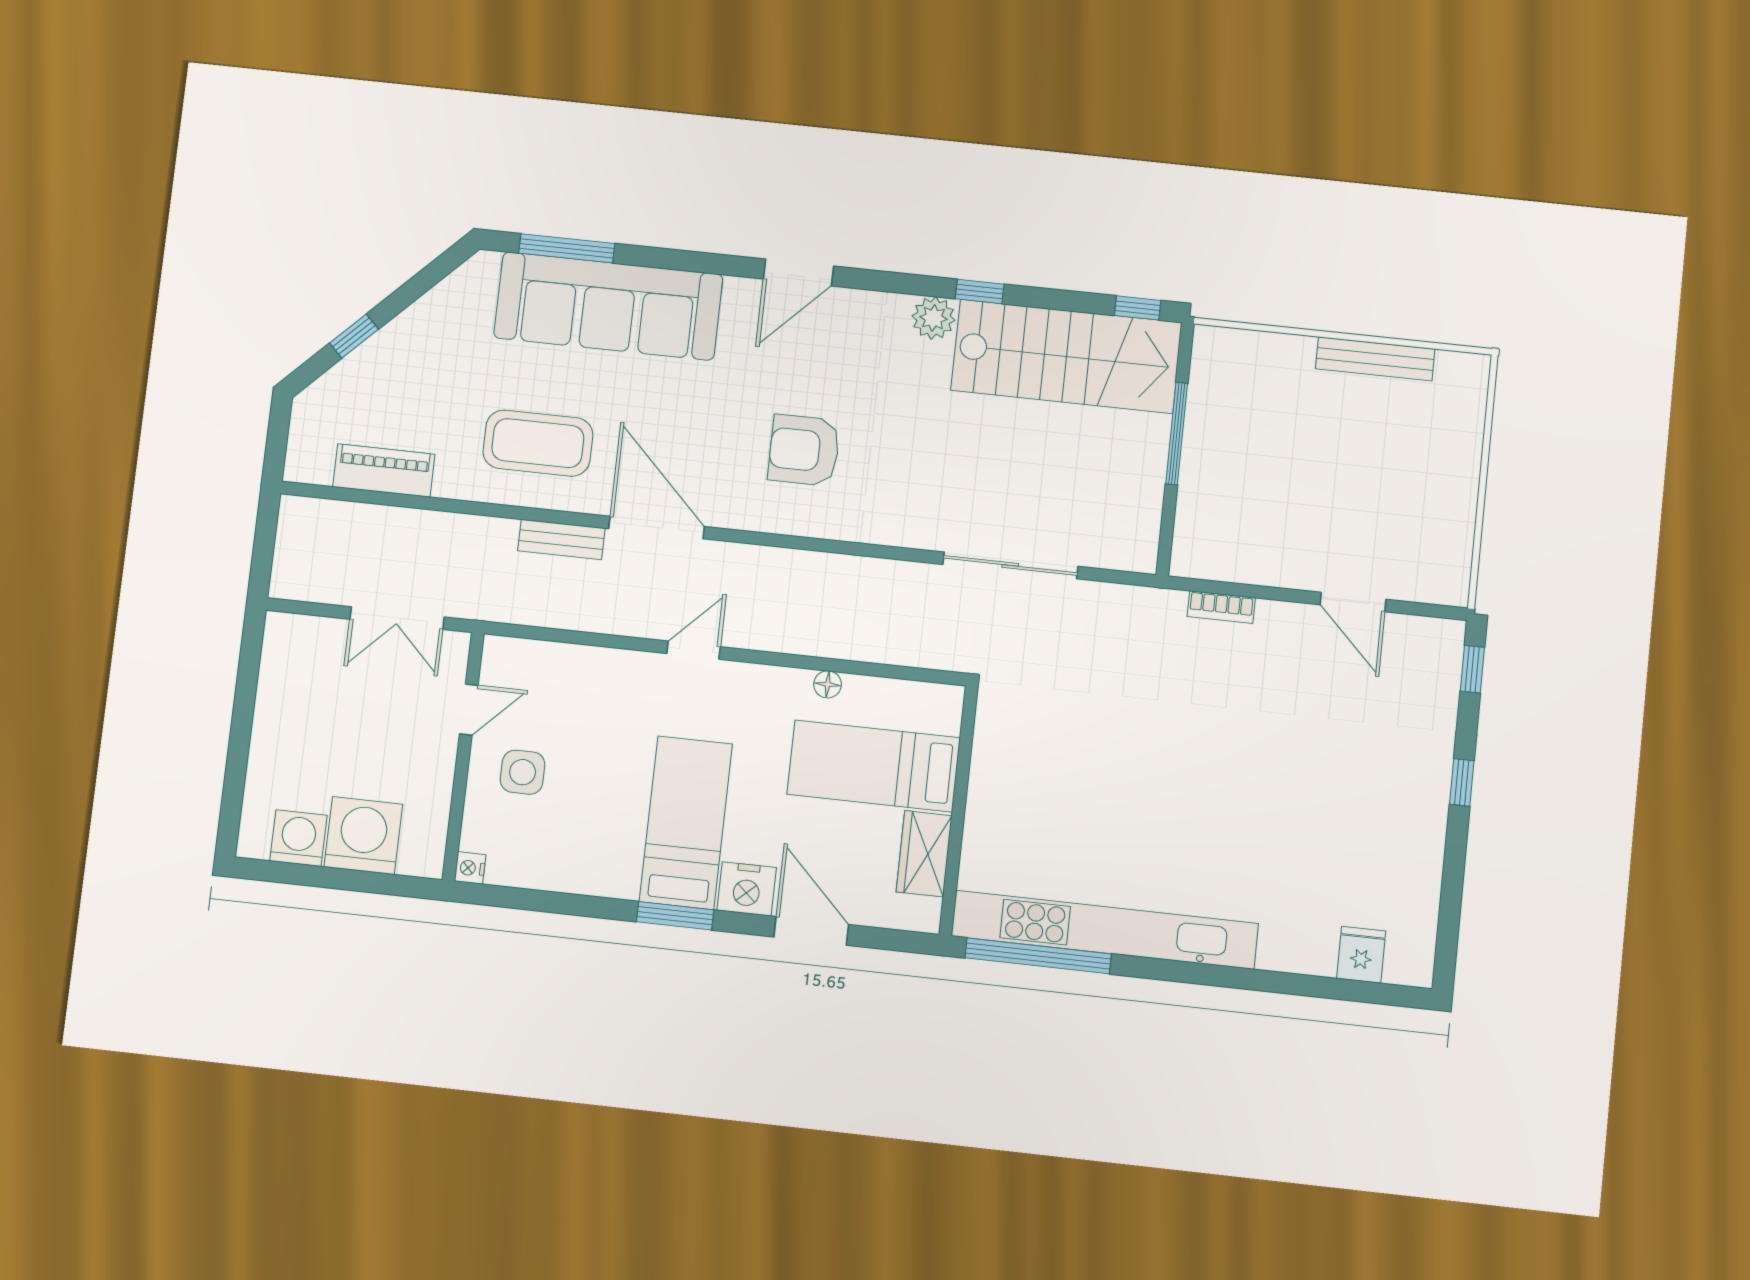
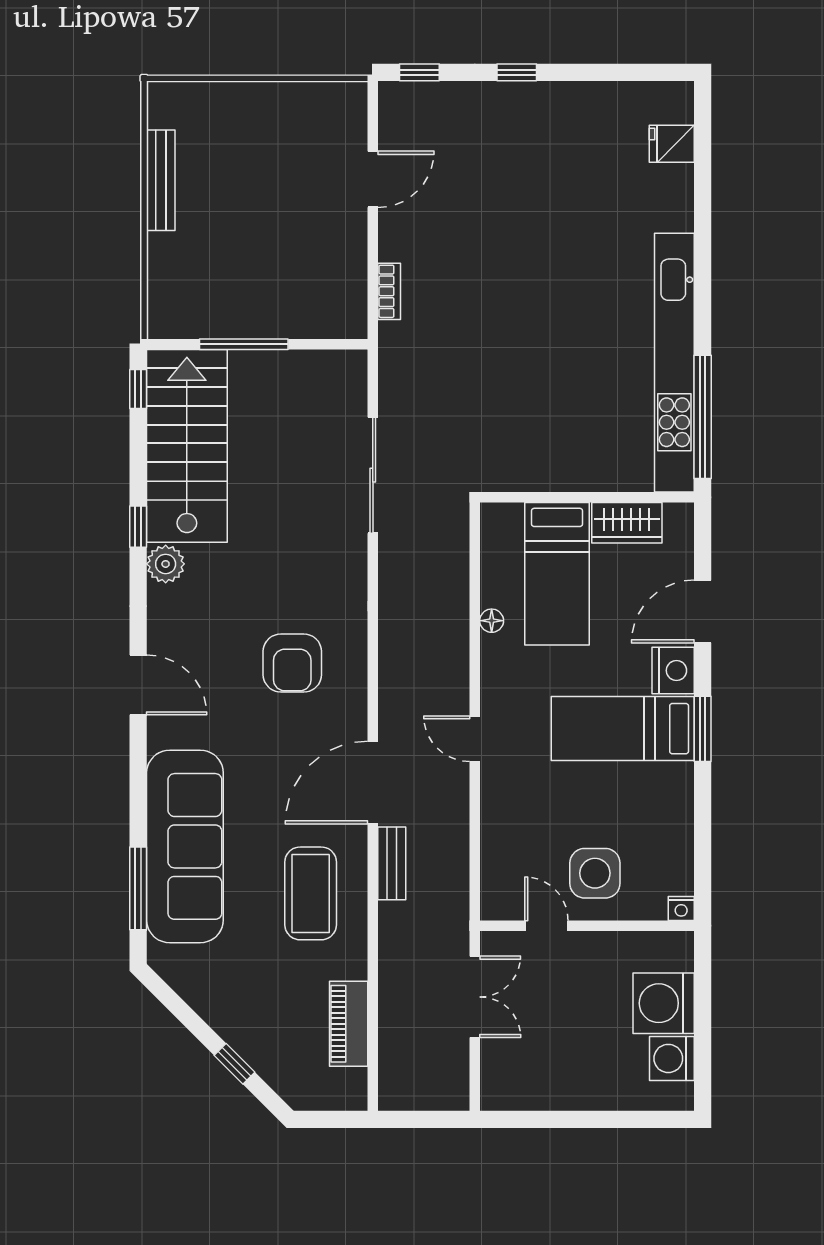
side table: (523, 772) -> (595, 873), width x1.37, depth x1.37

